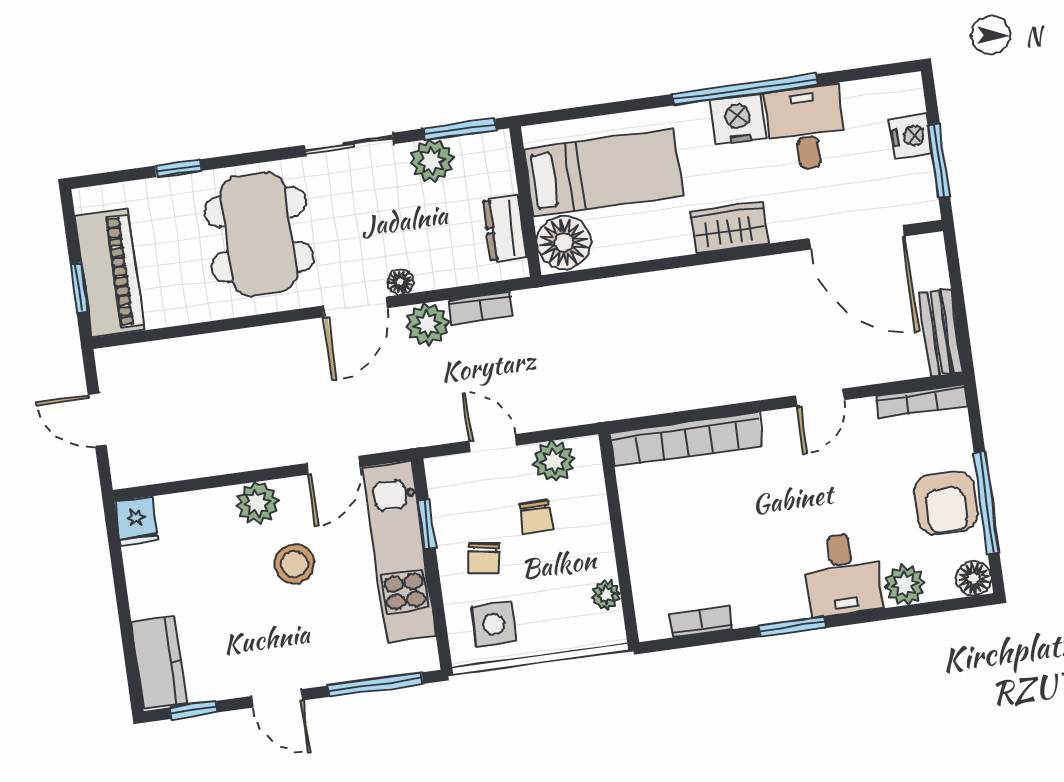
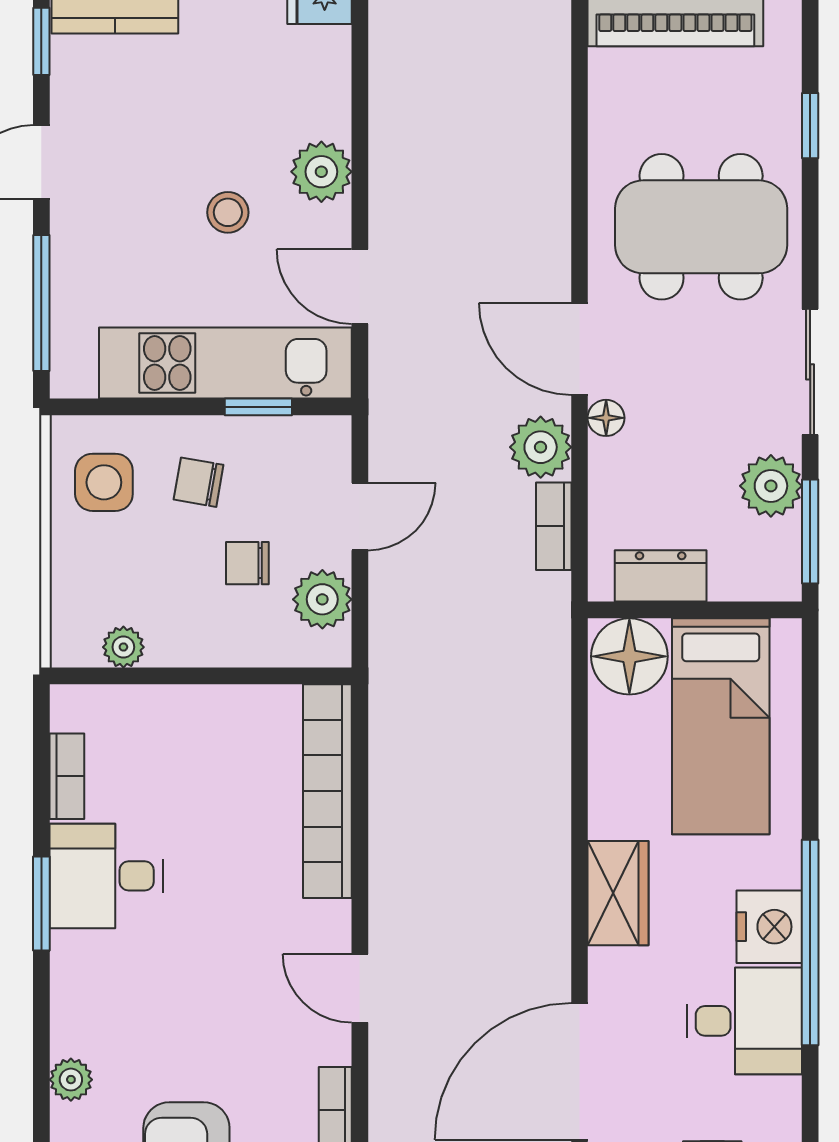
stool: (294, 564) -> (228, 212), width x0.73, depth x0.73
desk: (843, 574) -> (106, 876), moved
plant: (905, 585) -> (71, 1080), width x0.73, depth x0.73

